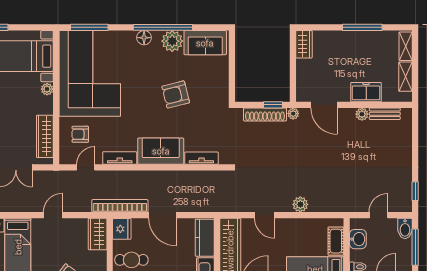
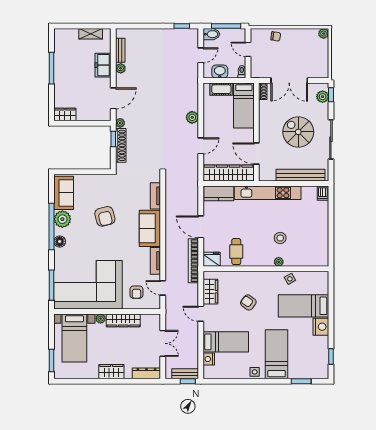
shelving: (406, 46) -> (67, 34), removed
wardrobe: (45, 136) -> (123, 320), moved
door: (162, 215) -> (201, 227), swing flipped
door: (378, 215) -> (201, 55), swing flipped
wardrobe: (98, 234) -> (210, 292), moved, turned -90

